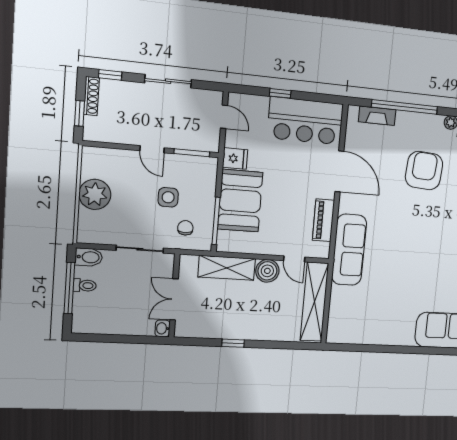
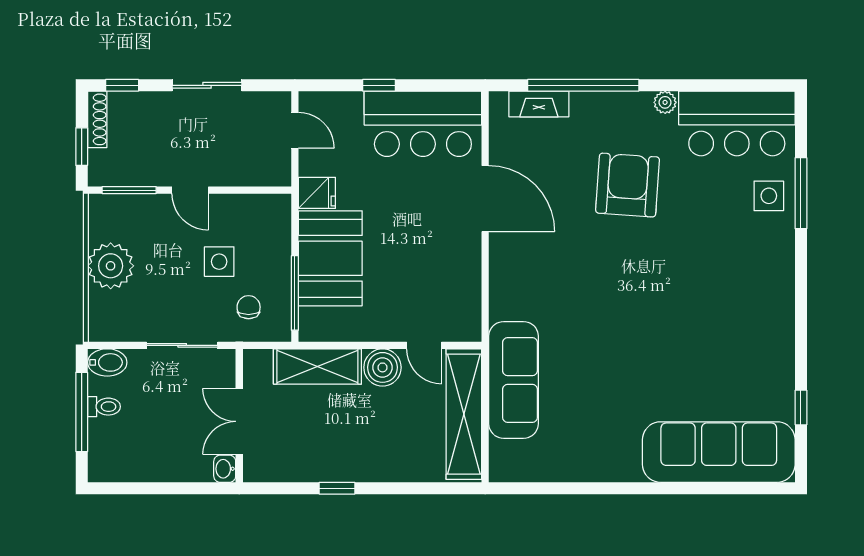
window: (192, 153) -> (129, 190), moved
piano: (323, 220) -> (467, 279), removed
sofa: (349, 250) -> (514, 380), moved

